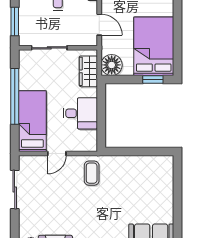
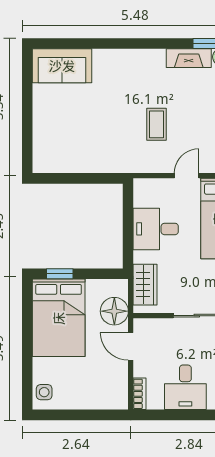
floor lamp: (112, 65) -> (114, 311), moved
coffee table: (92, 173) -> (156, 124), moved

